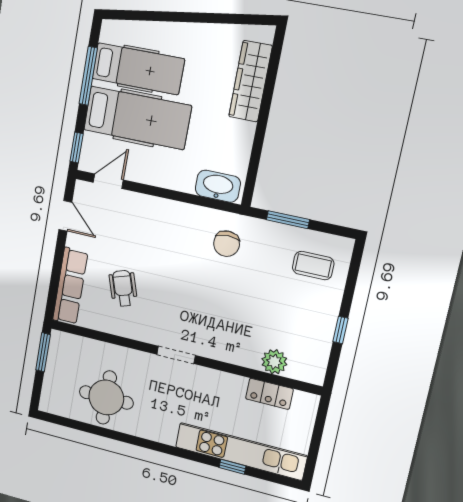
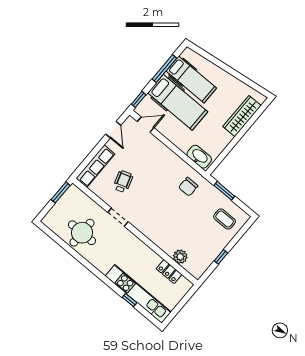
doorway: (176, 355) -> (118, 217), moved

